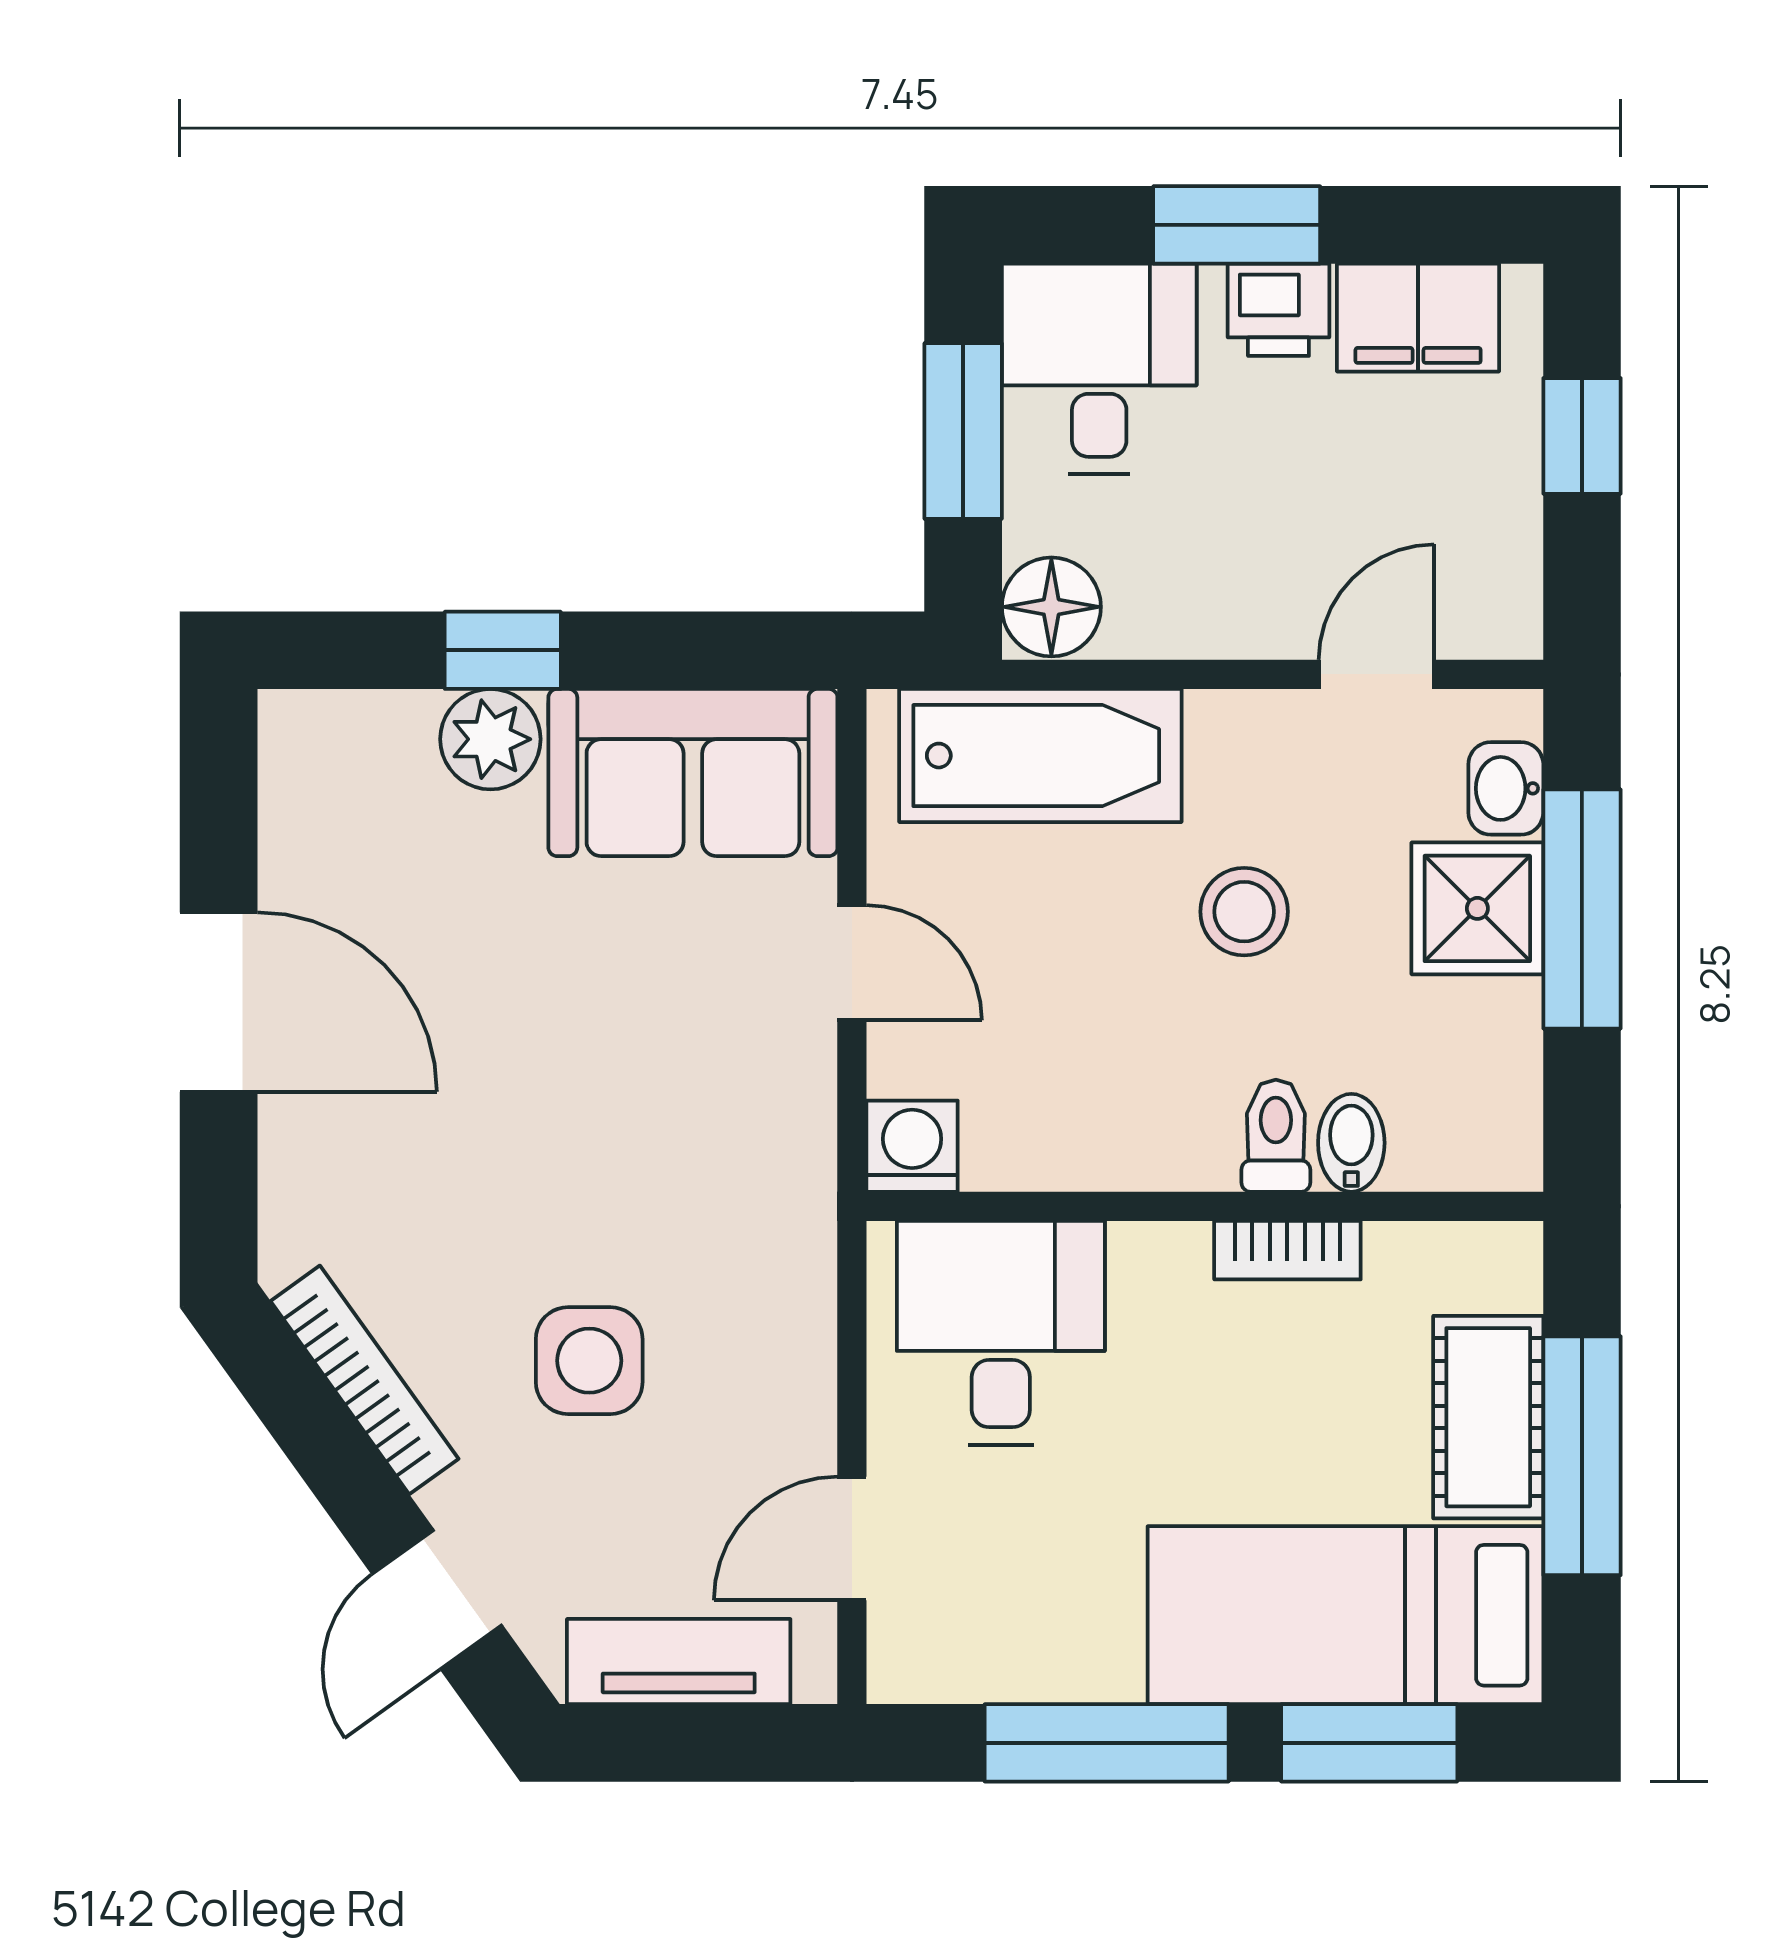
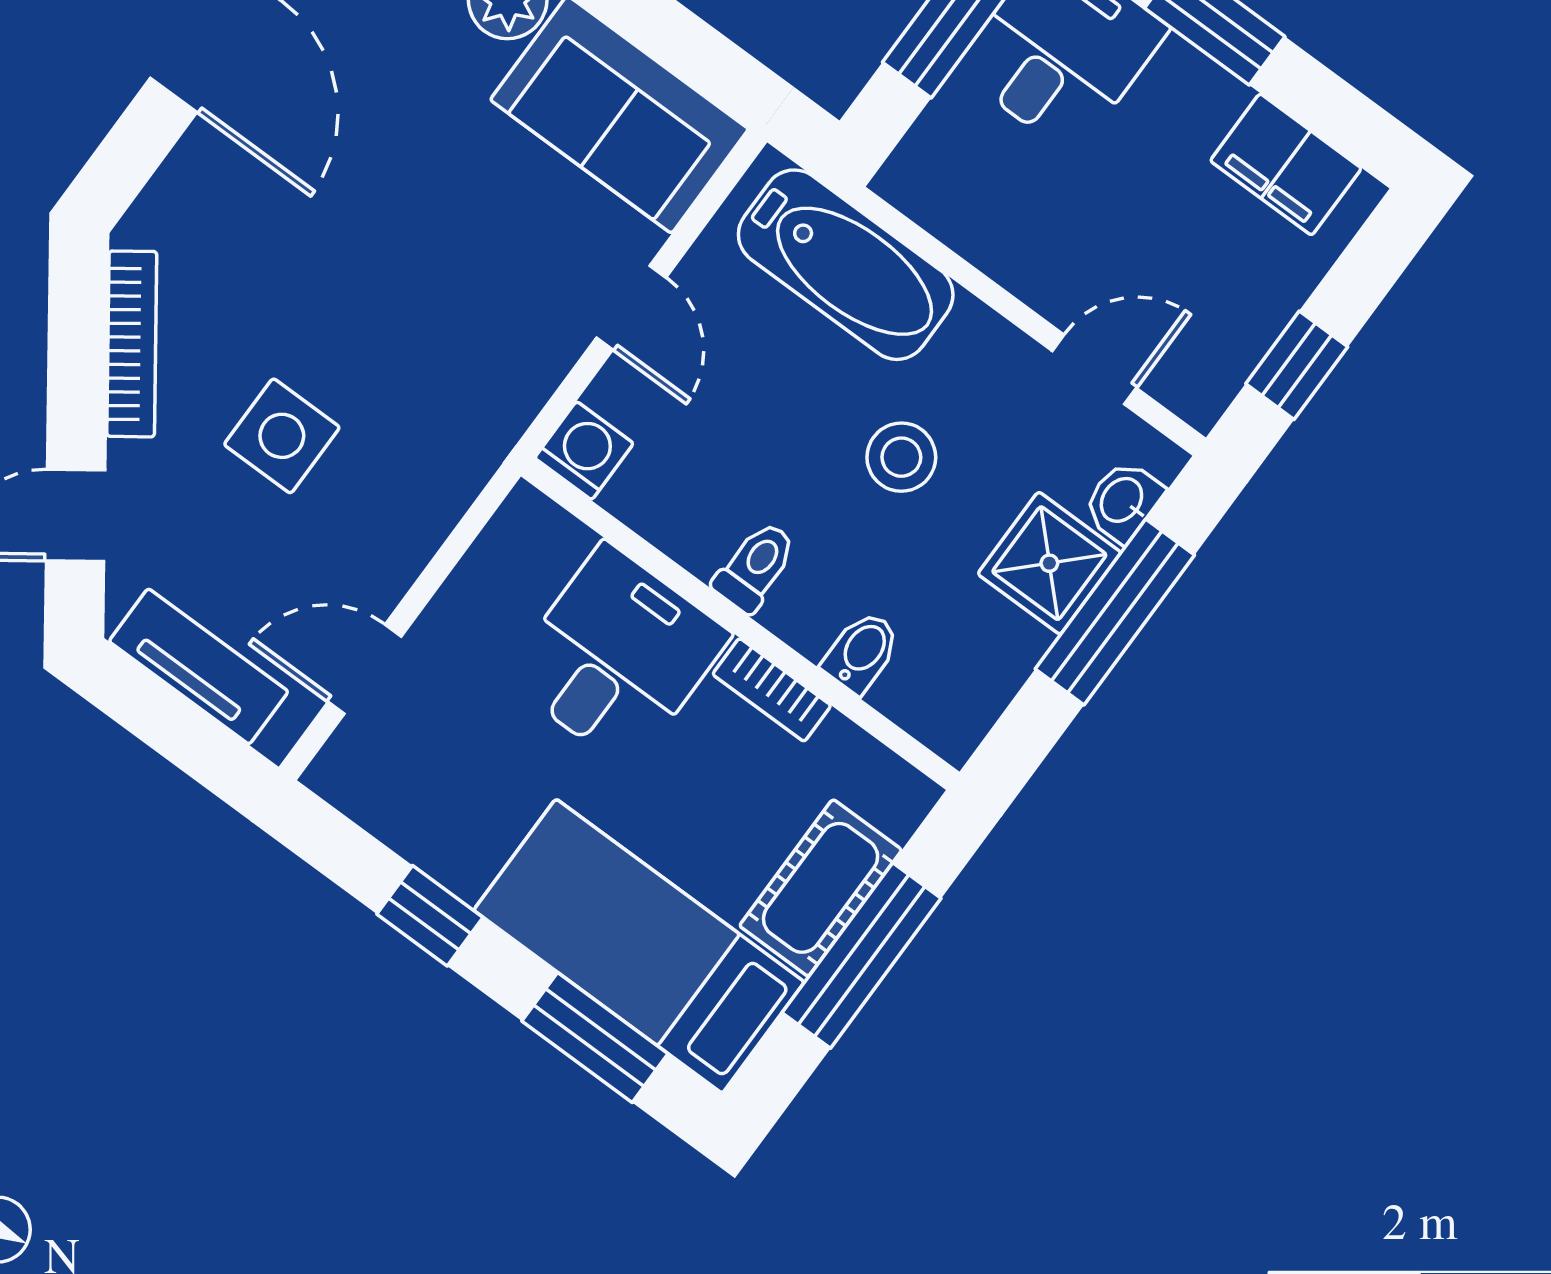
printer: (1278, 310) -> (1202, 95), removed
window: (1582, 436) -> (1297, 365), moved
floor lamp: (1051, 607) -> (921, 176), removed
toilet: (1276, 1136) -> (755, 567), moved
desk: (1001, 1333) -> (617, 656), moved
window: (1107, 1743) -> (430, 916), width x0.46

